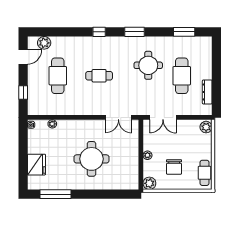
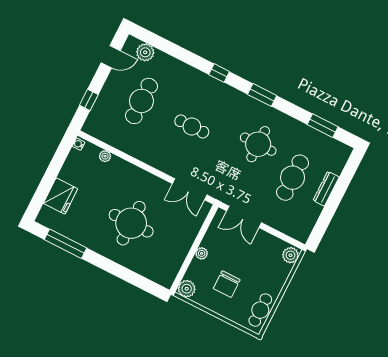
dresser: (207, 92) -> (326, 189), moved

